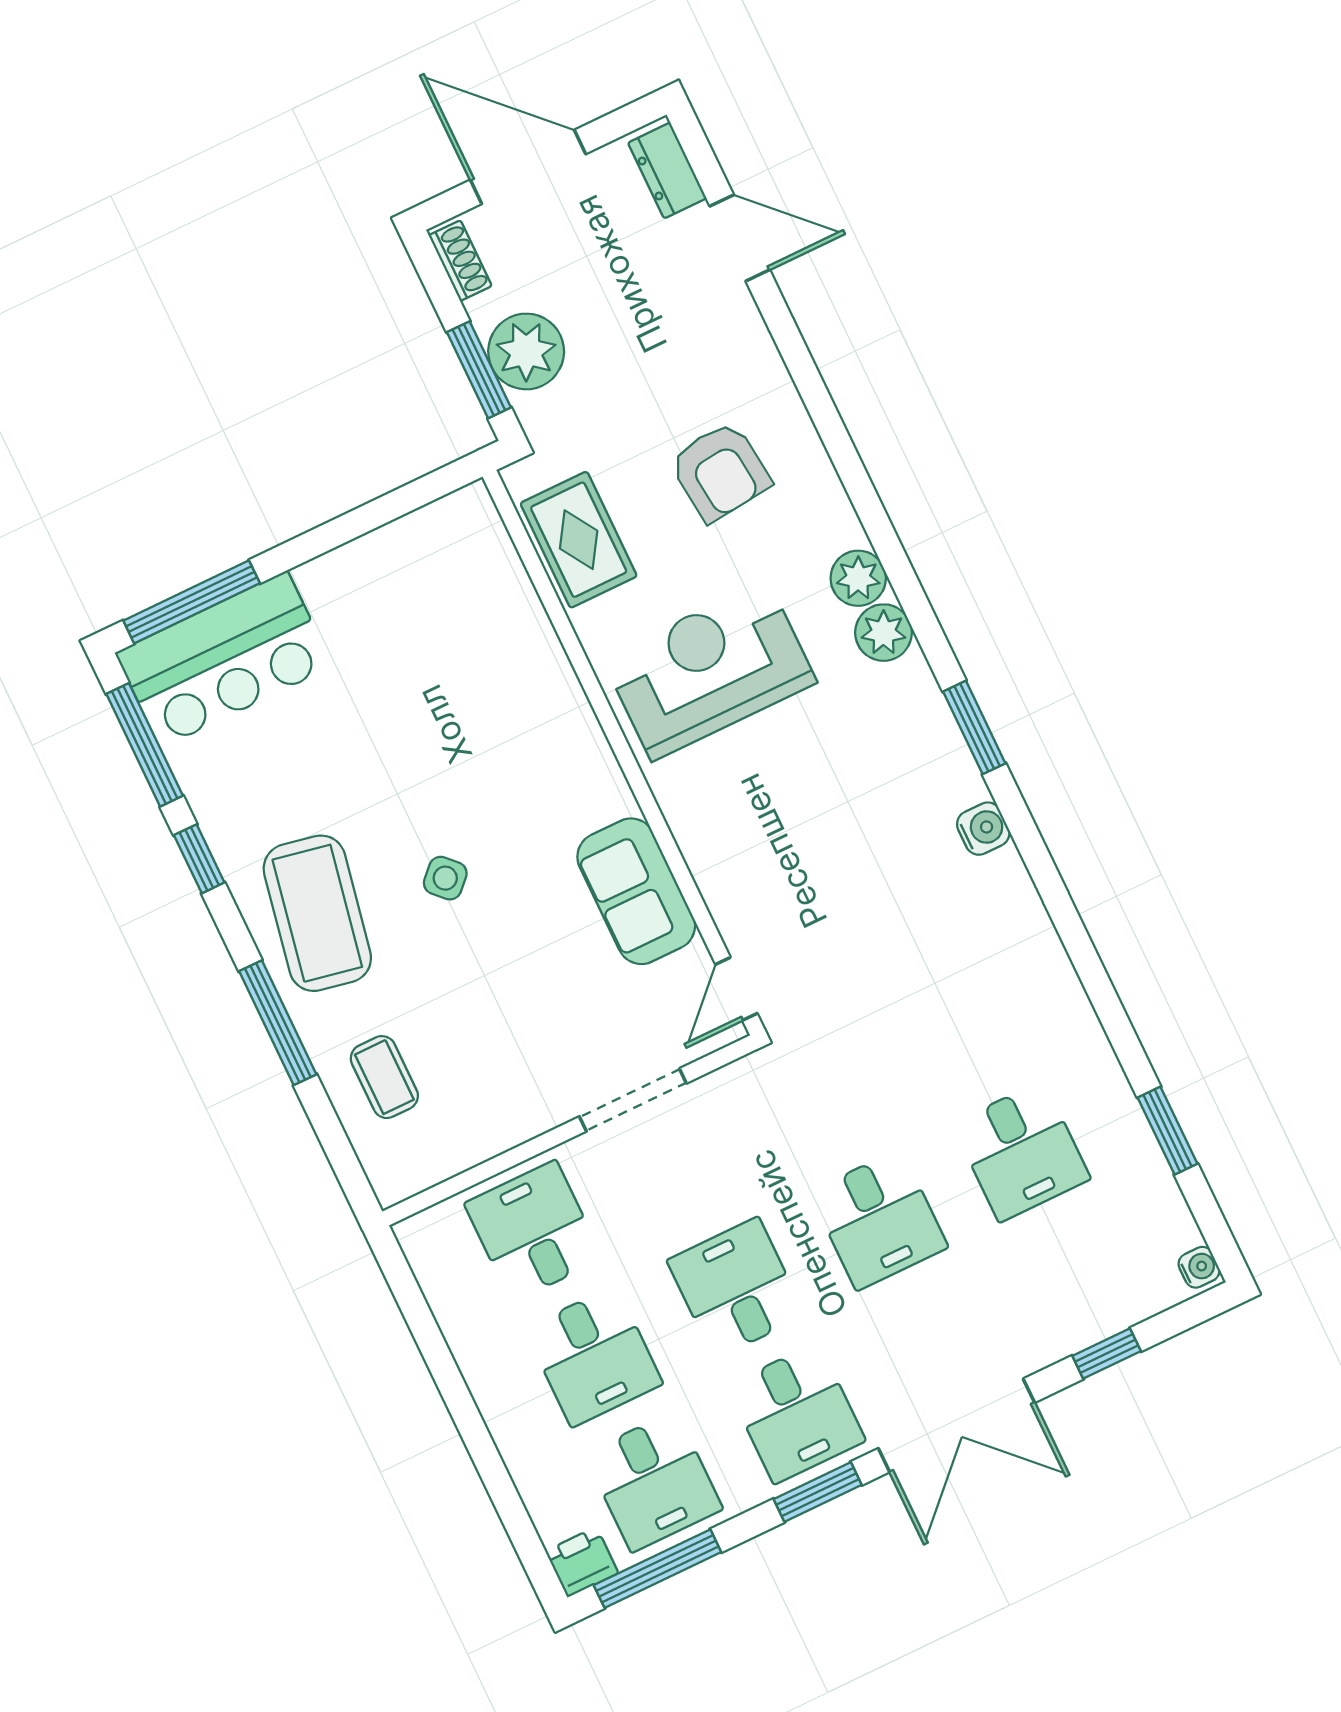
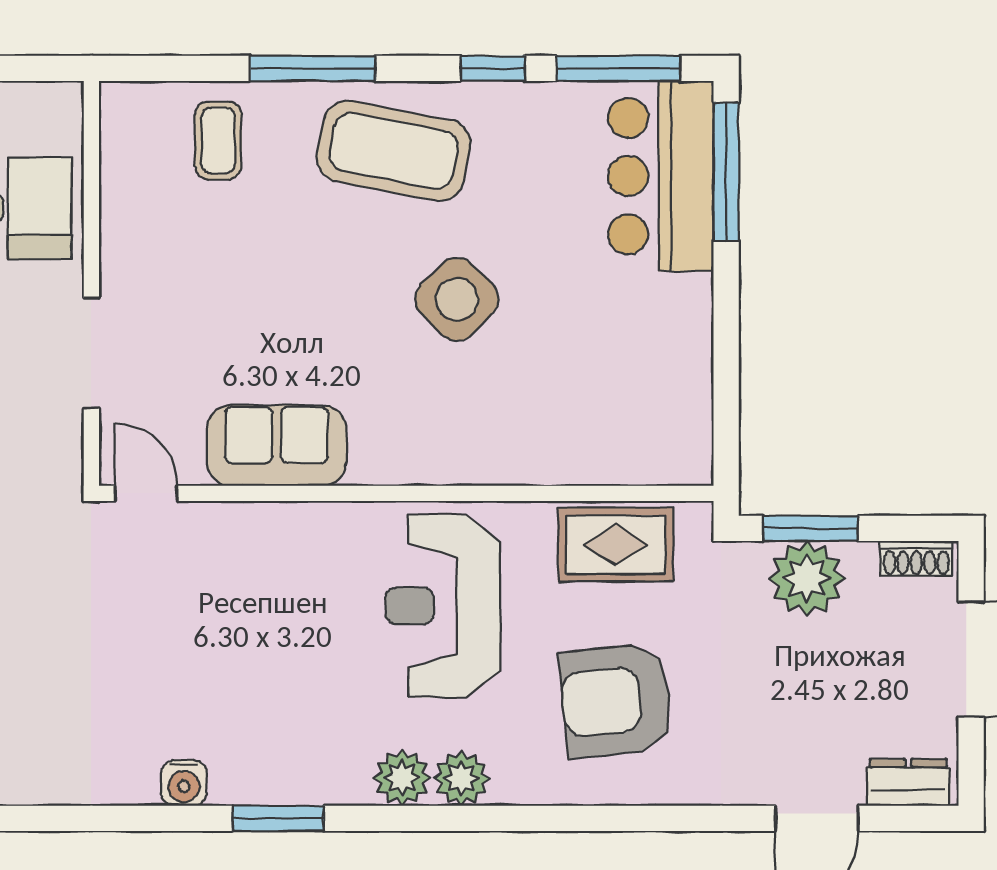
armchair: (720, 471) -> (616, 700), width x1.36, depth x1.36
reception desk: (709, 670) -> (443, 606), turned 180
side table: (445, 878) -> (457, 299), moved, width x1.87, depth x1.87
coffee table: (384, 1077) -> (218, 141), turned 90

